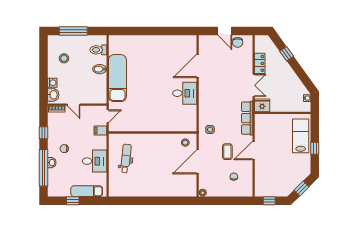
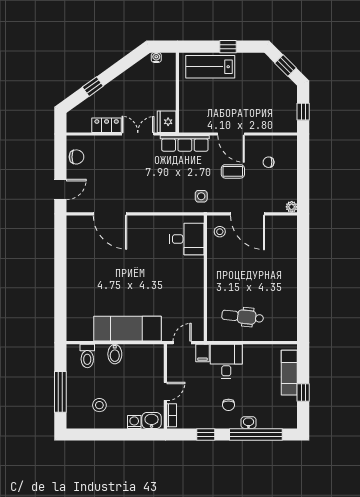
door: (225, 31) -> (60, 190), moved
desk: (185, 93) -> (187, 239), moved, turned 90
door: (108, 116) -> (182, 343), hinge flipped
desk: (95, 161) -> (226, 361), moved

